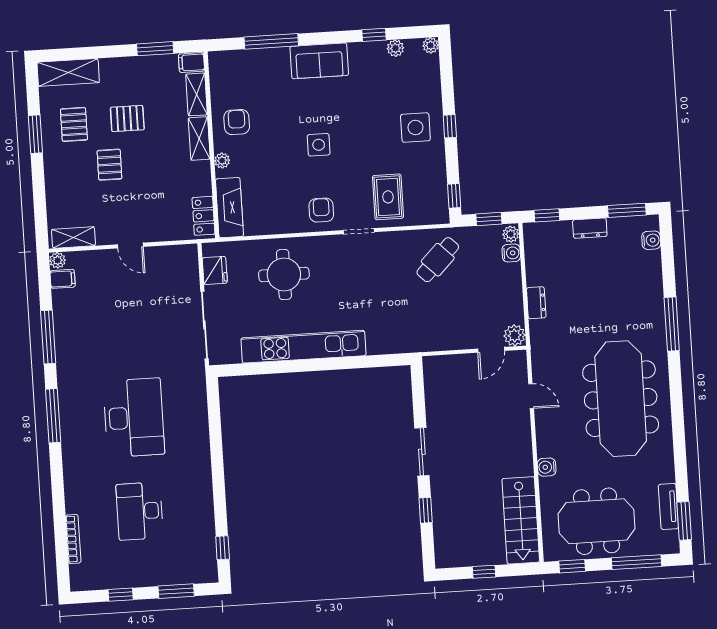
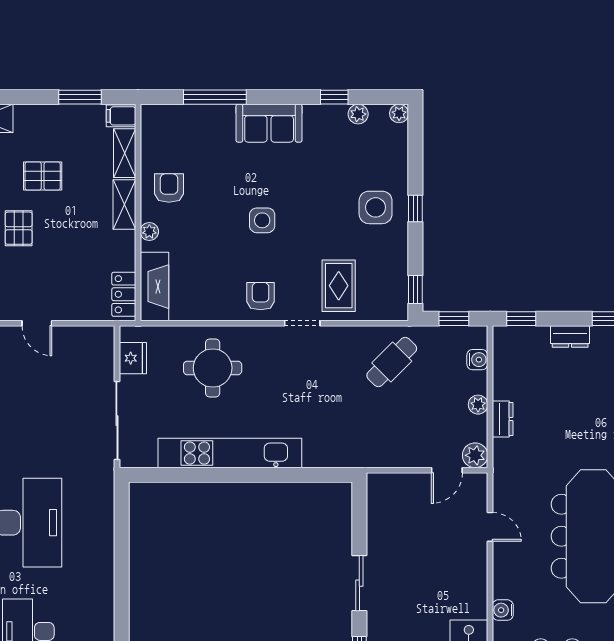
plant: (511, 234) -> (478, 405), moved

